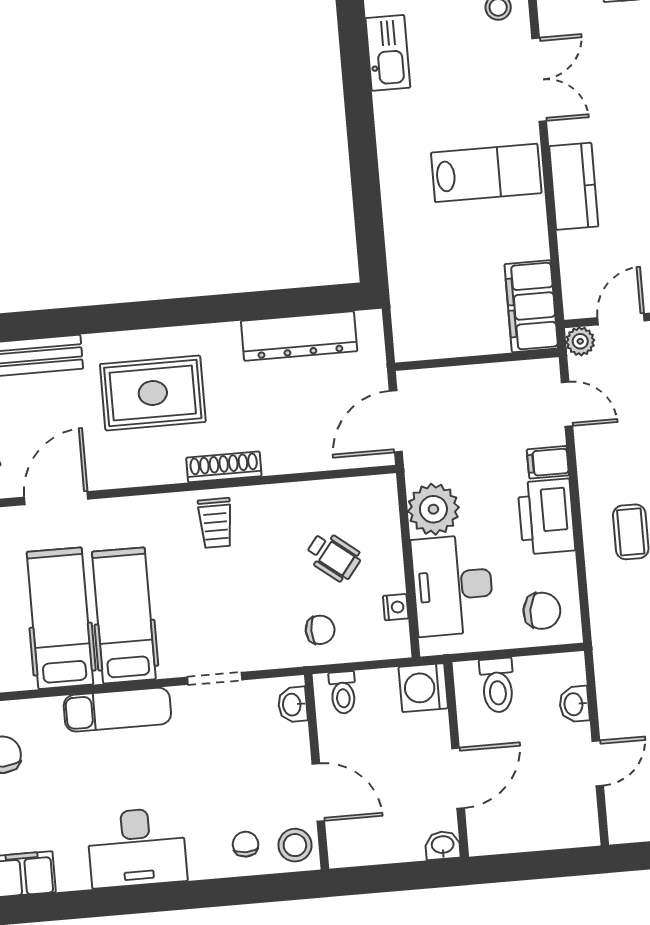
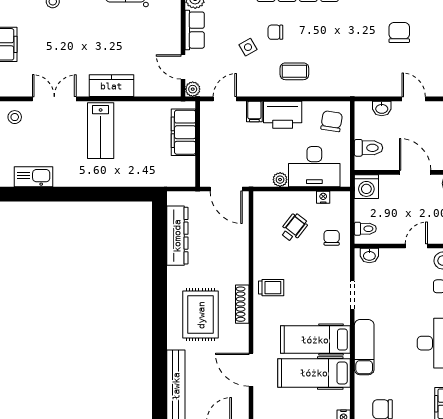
lab bench: (486, 173) -> (101, 131), turned 180
filing cabinet: (531, 306) -> (183, 132), moved, turned 90
shoe rack: (224, 467) -> (242, 304), moved
plant: (433, 509) -> (280, 180), width x0.53, depth x0.53
door: (318, 792) -> (416, 246), width x0.73

